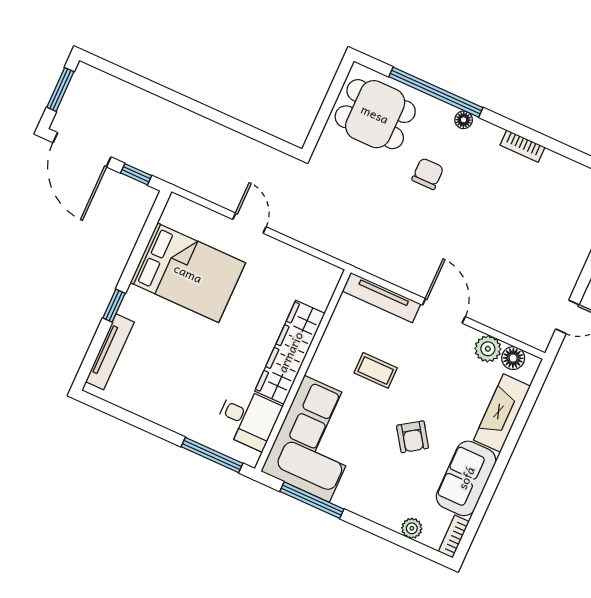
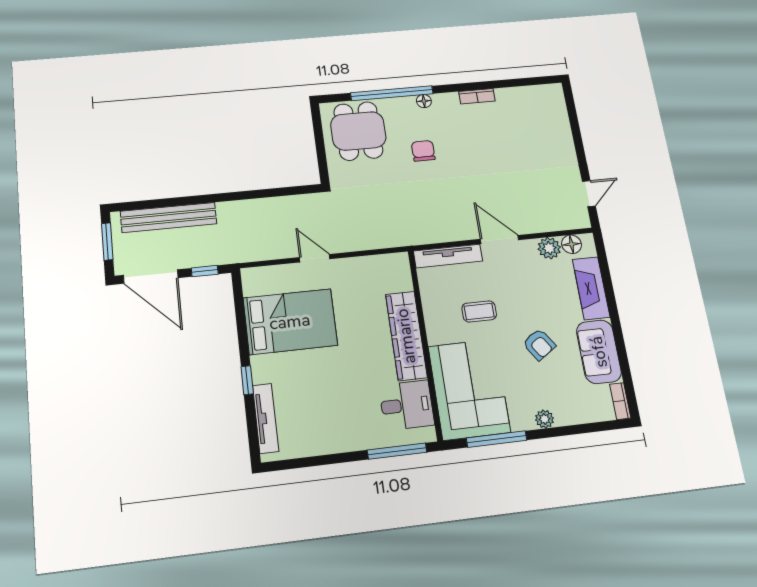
bench: (133, 98) -> (169, 218), added
dining table: (375, 114) -> (358, 131), turned 90
plant: (412, 528) -> (545, 419), moved

